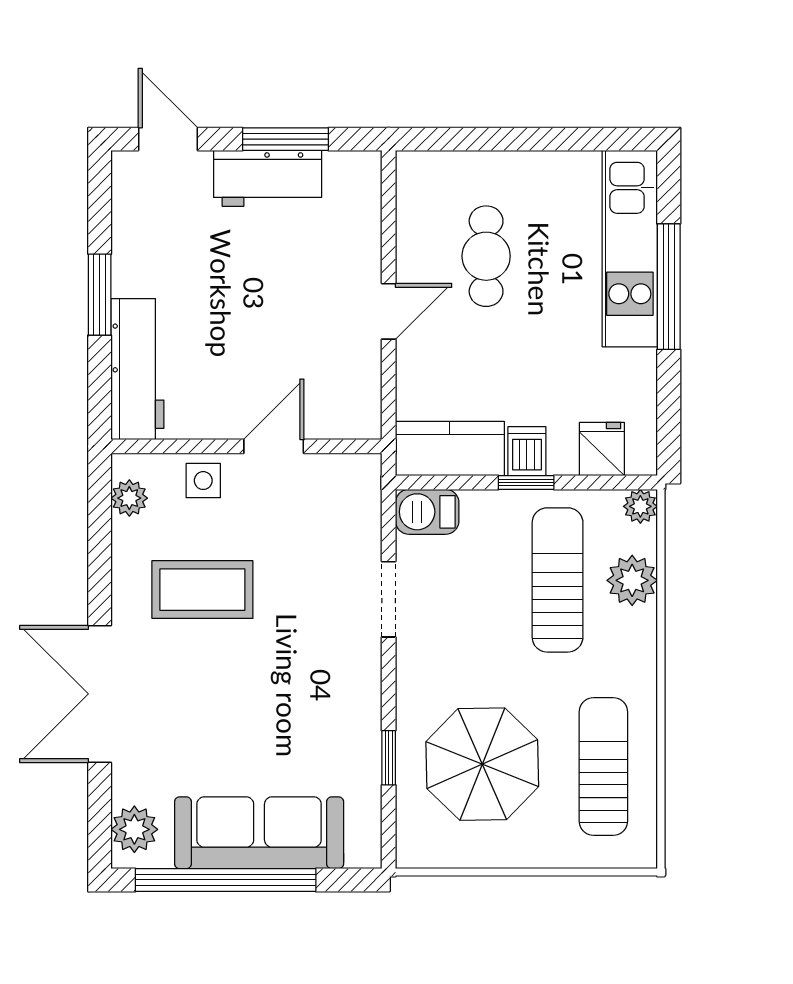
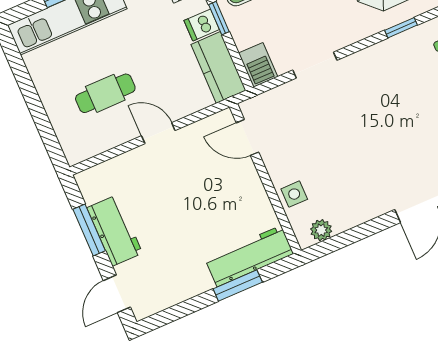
window: (100, 295) -> (238, 286), moved
door: (274, 446) -> (247, 137), moved
coffee table: (202, 590) -> (354, 169), removed

